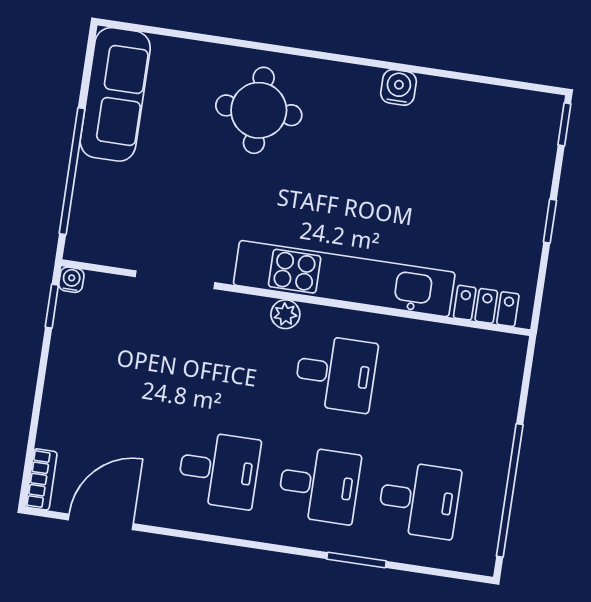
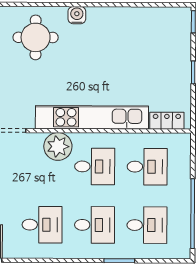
water cooler: (399, 87) -> (77, 15), moved
plant: (285, 314) -> (58, 146), width x1.88, depth x1.88
desk: (436, 388) -> (147, 167), added

